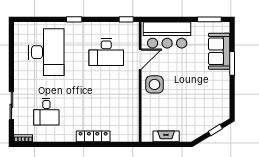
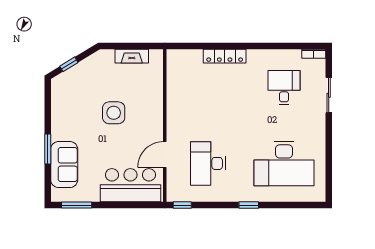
desk: (46, 52) -> (284, 163), turned -90
desk: (106, 52) -> (208, 163), turned -90
side table: (155, 84) -> (114, 113), moved

